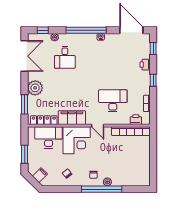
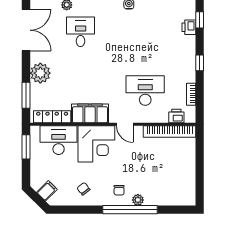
desk: (65, 57) -> (81, 32), turned 180
printer: (145, 65) -> (189, 27), moved
window: (25, 154) -> (26, 147), moved

